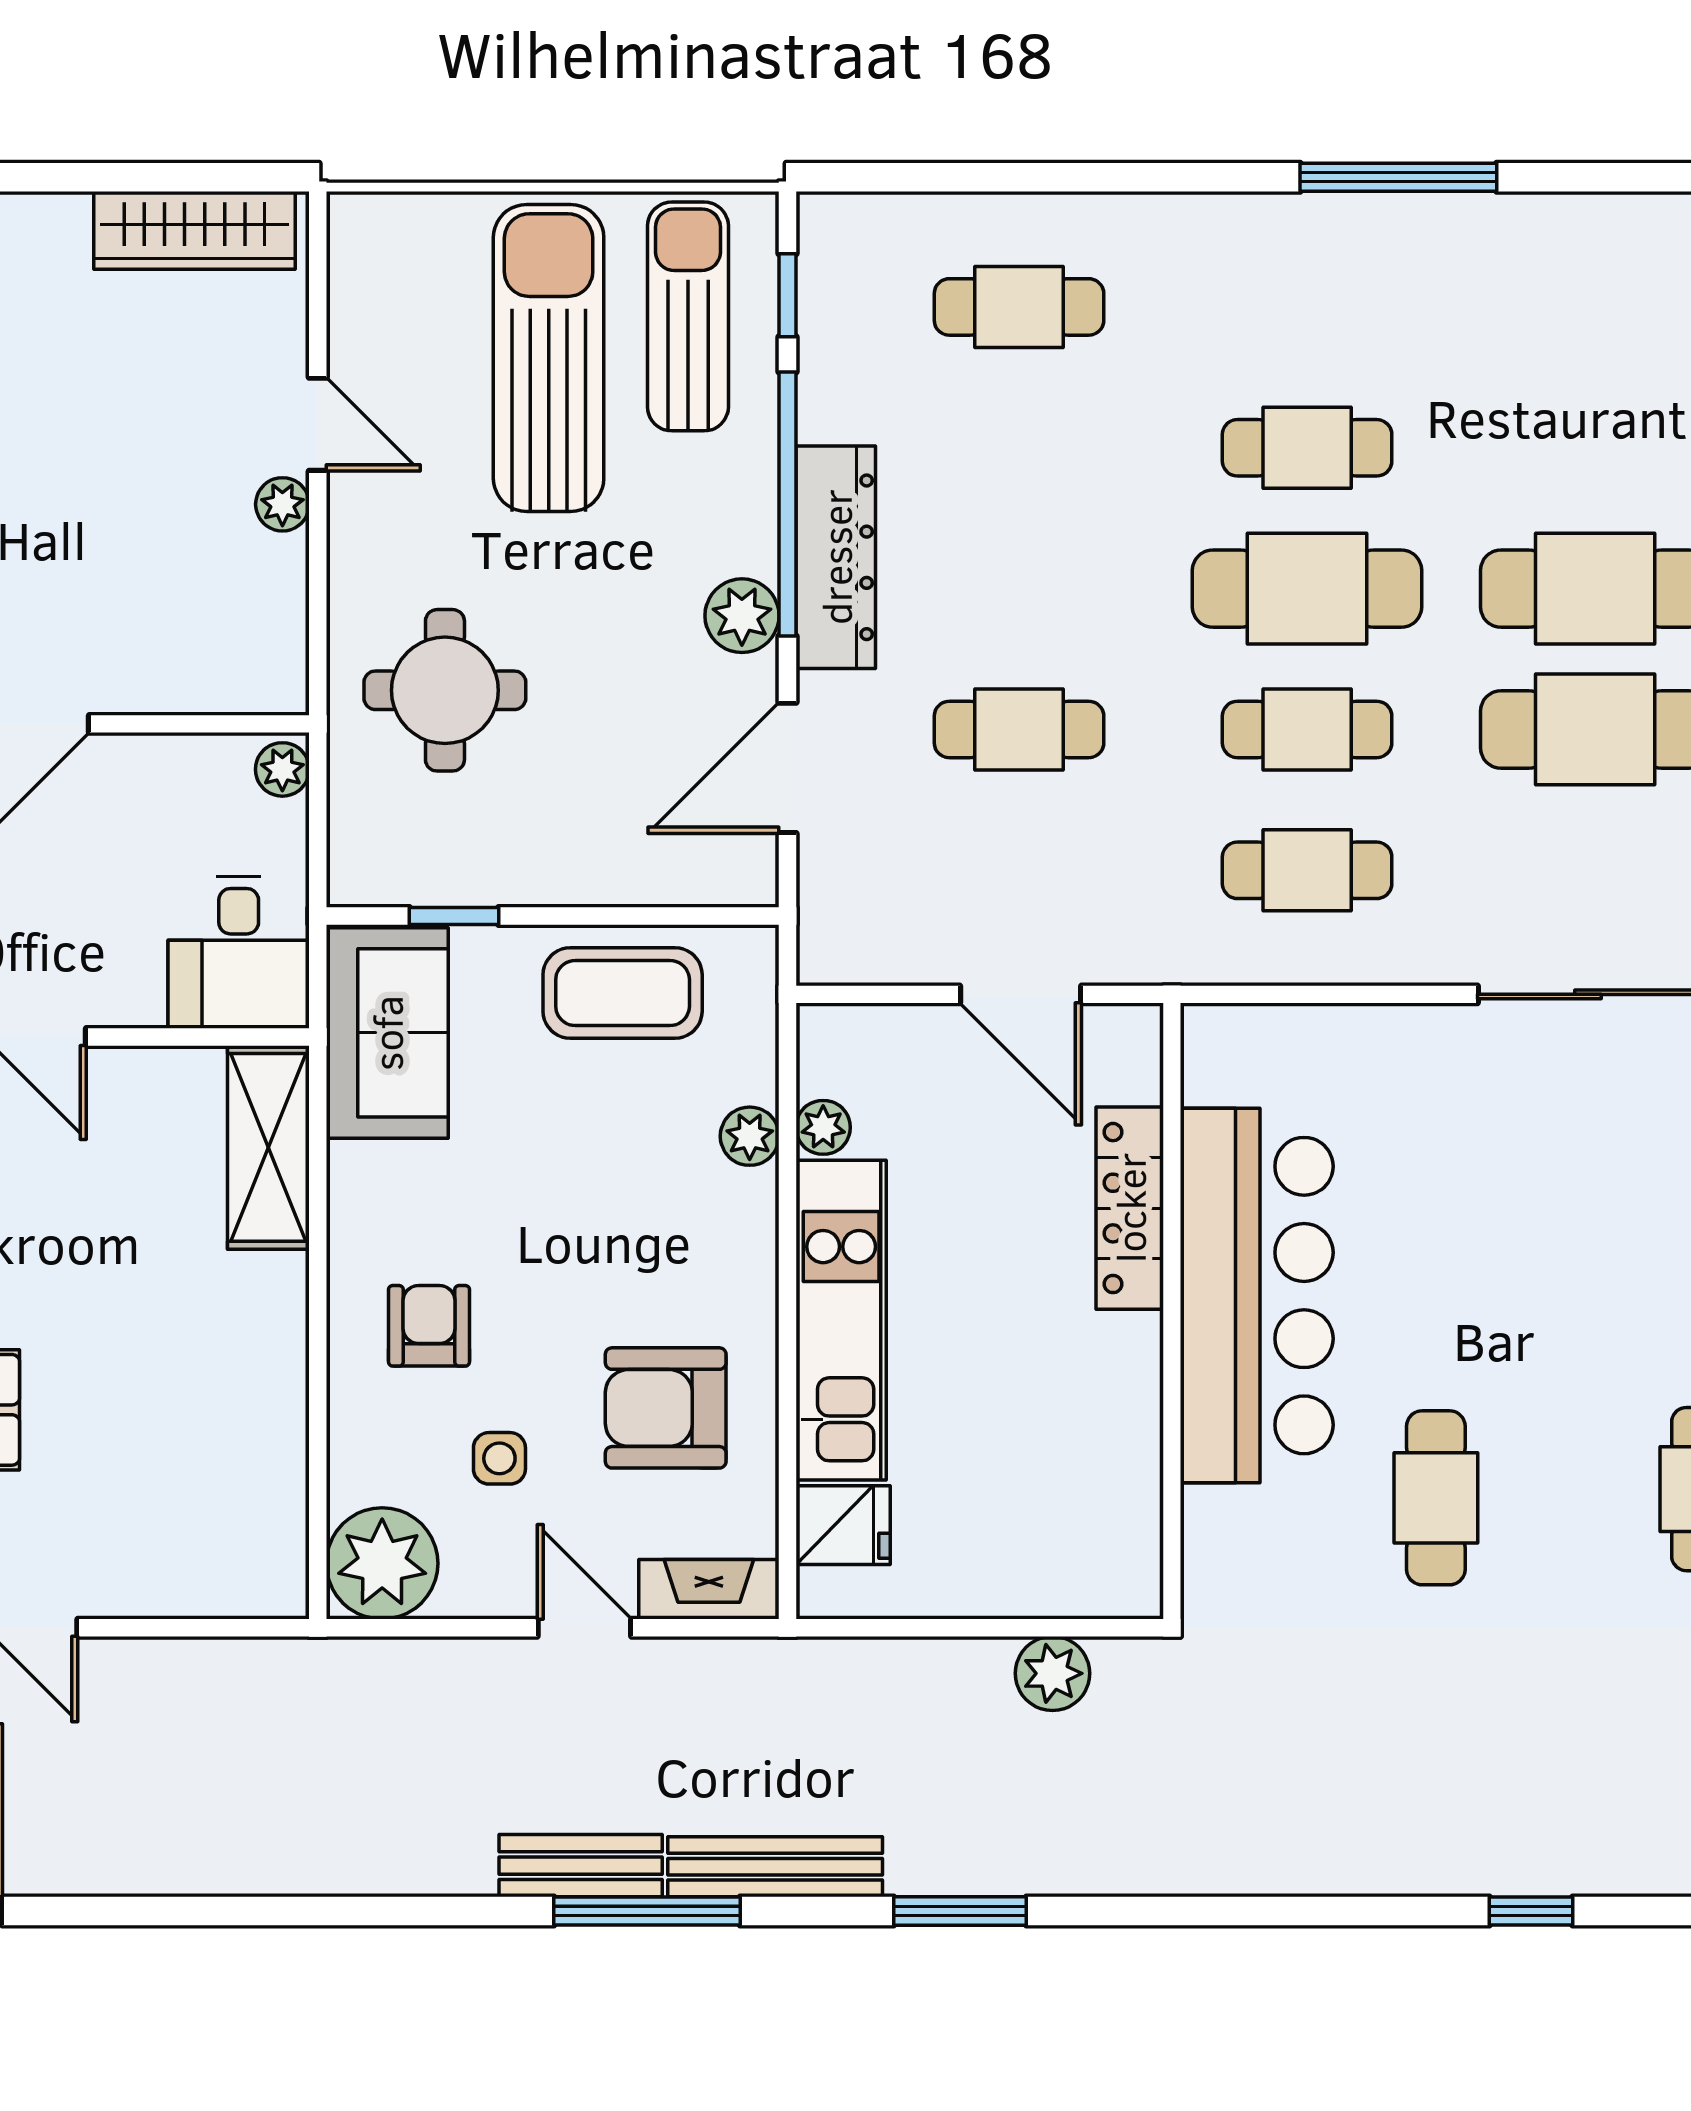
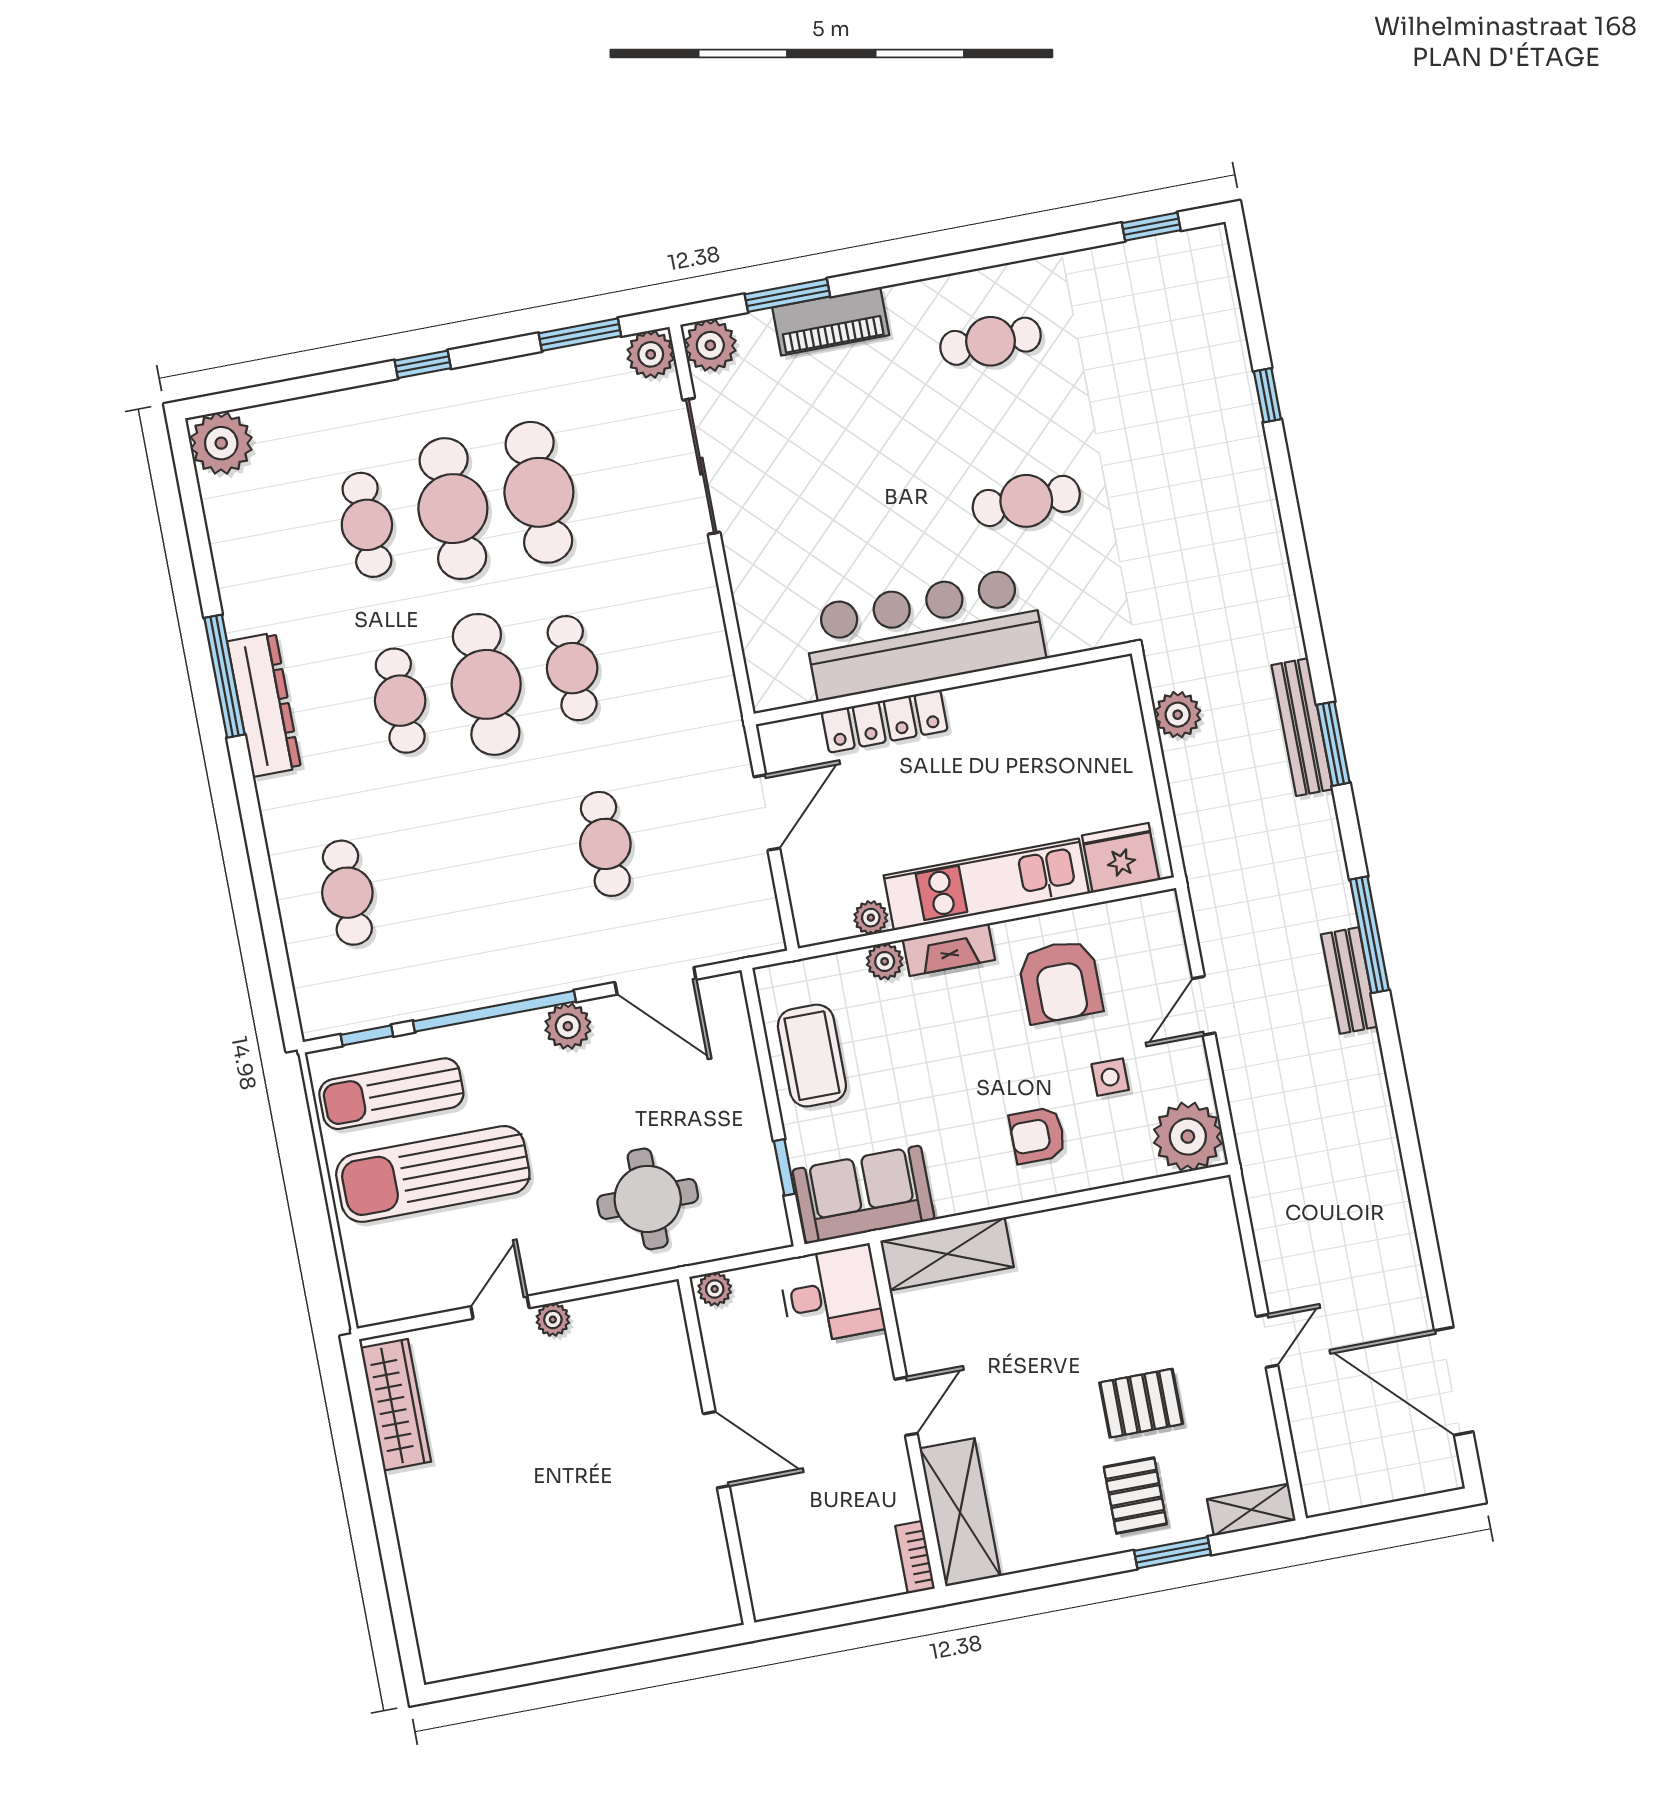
dresser: (836, 557) -> (264, 705), moved, turned 90
cafe table: (1307, 870) -> (367, 525), moved
fridge: (843, 1525) -> (1121, 858), width x1.38
fireplace: (709, 1589) -> (949, 950), moved, turned -90
bench: (775, 1867) -> (1302, 727), moved

